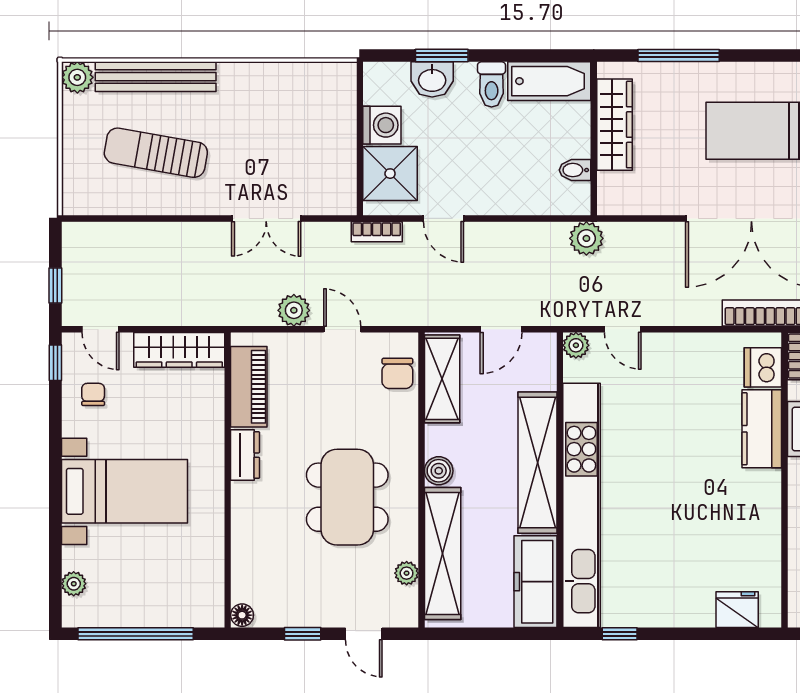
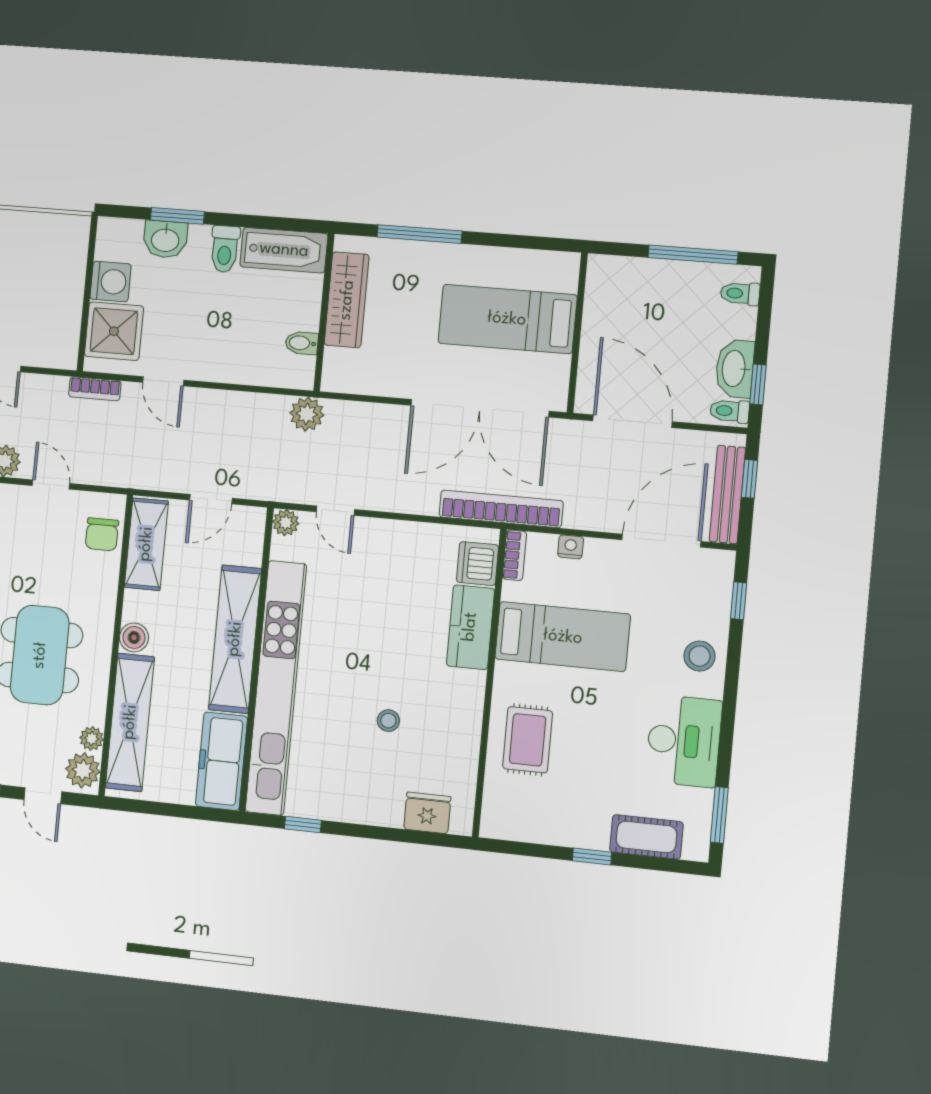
stool: (692, 526) -> (388, 721), added
plant: (401, 605) -> (83, 770), added

